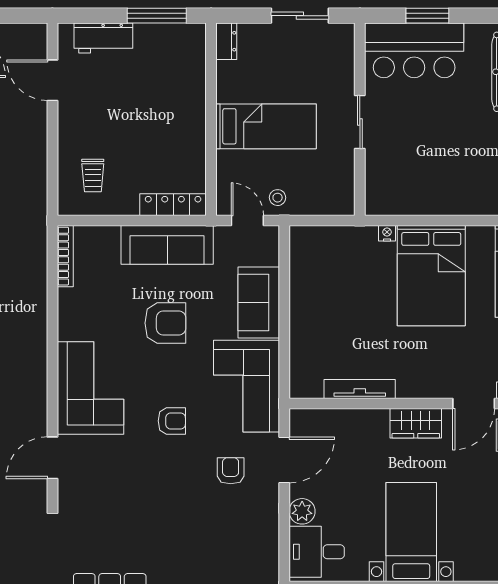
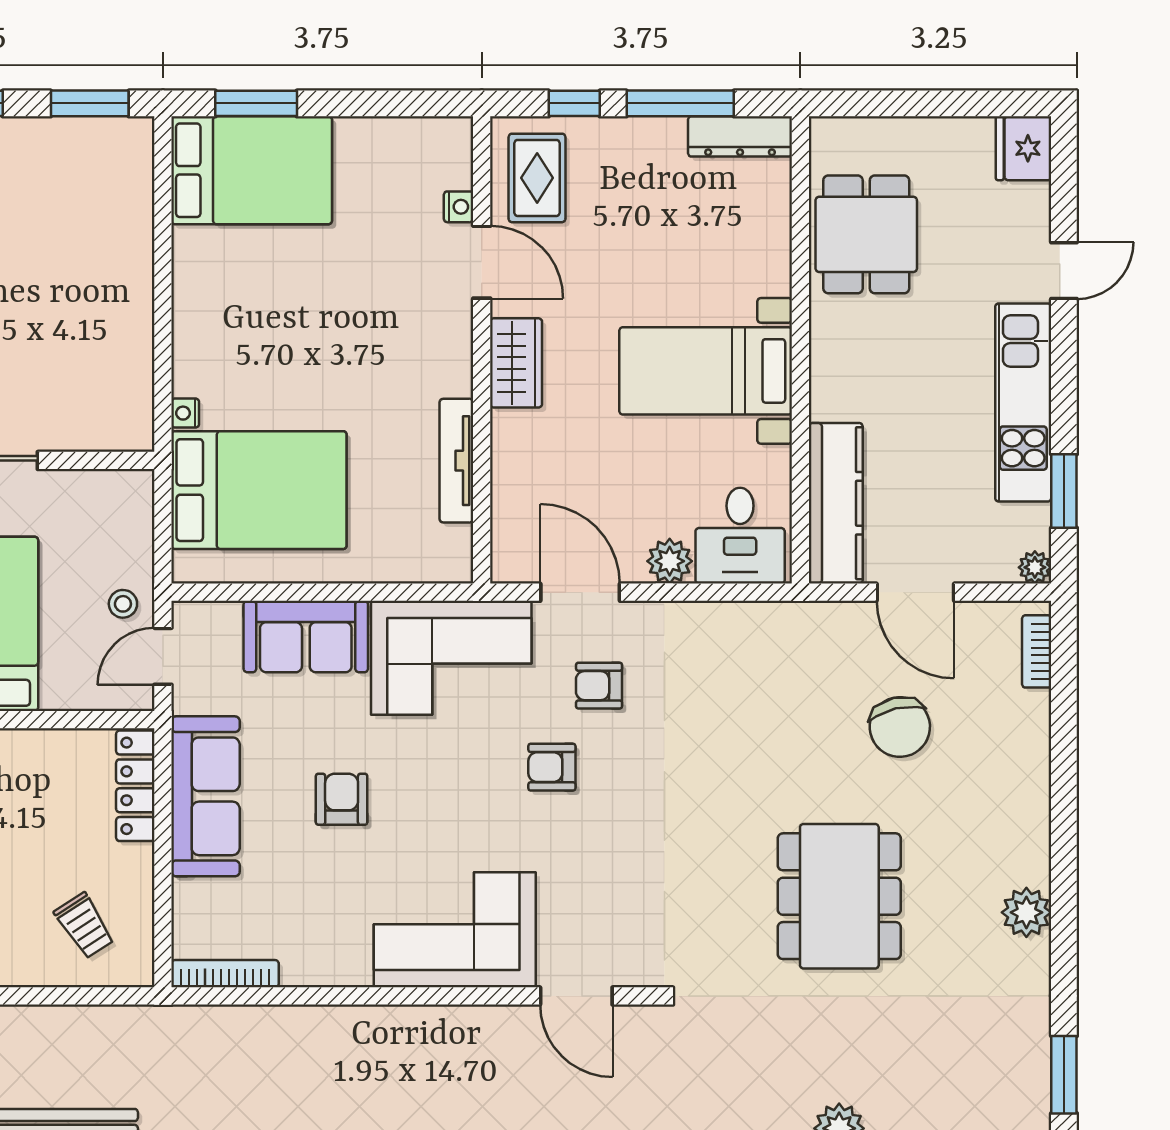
trolley: (93, 175) -> (84, 926), turned 57
bed: (431, 276) -> (259, 490), moved
armchair: (165, 323) -> (342, 799), width x0.72, depth x0.72
armchair: (172, 421) -> (552, 767), moved, turned -90

